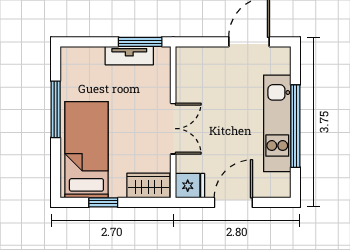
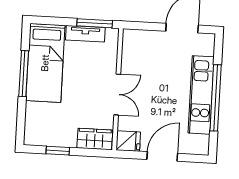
bed: (86, 150) -> (45, 63), moved, turned 180

